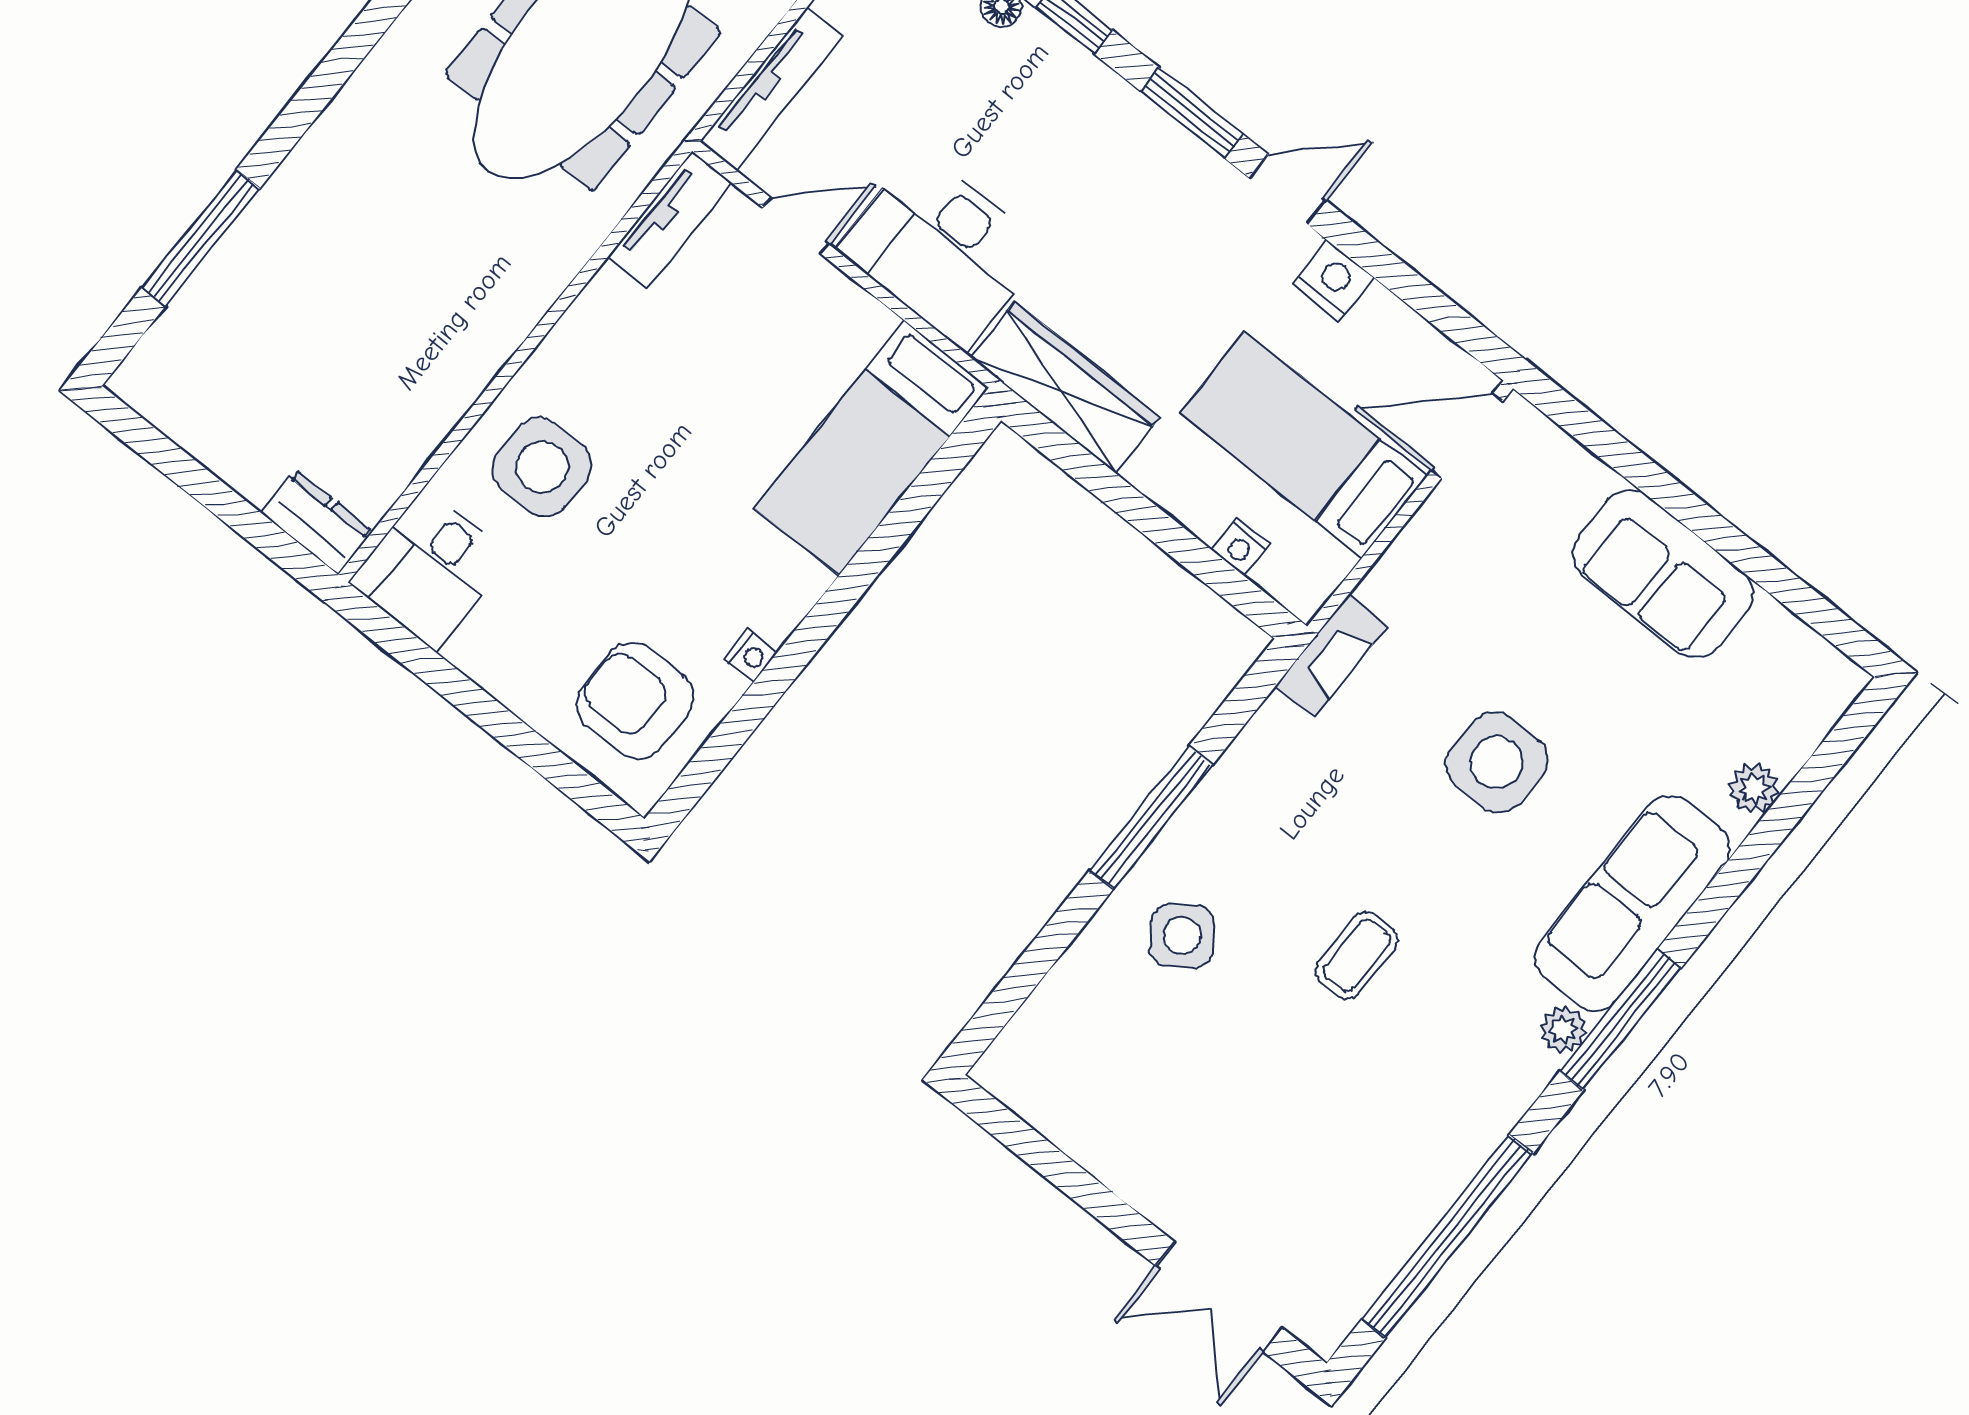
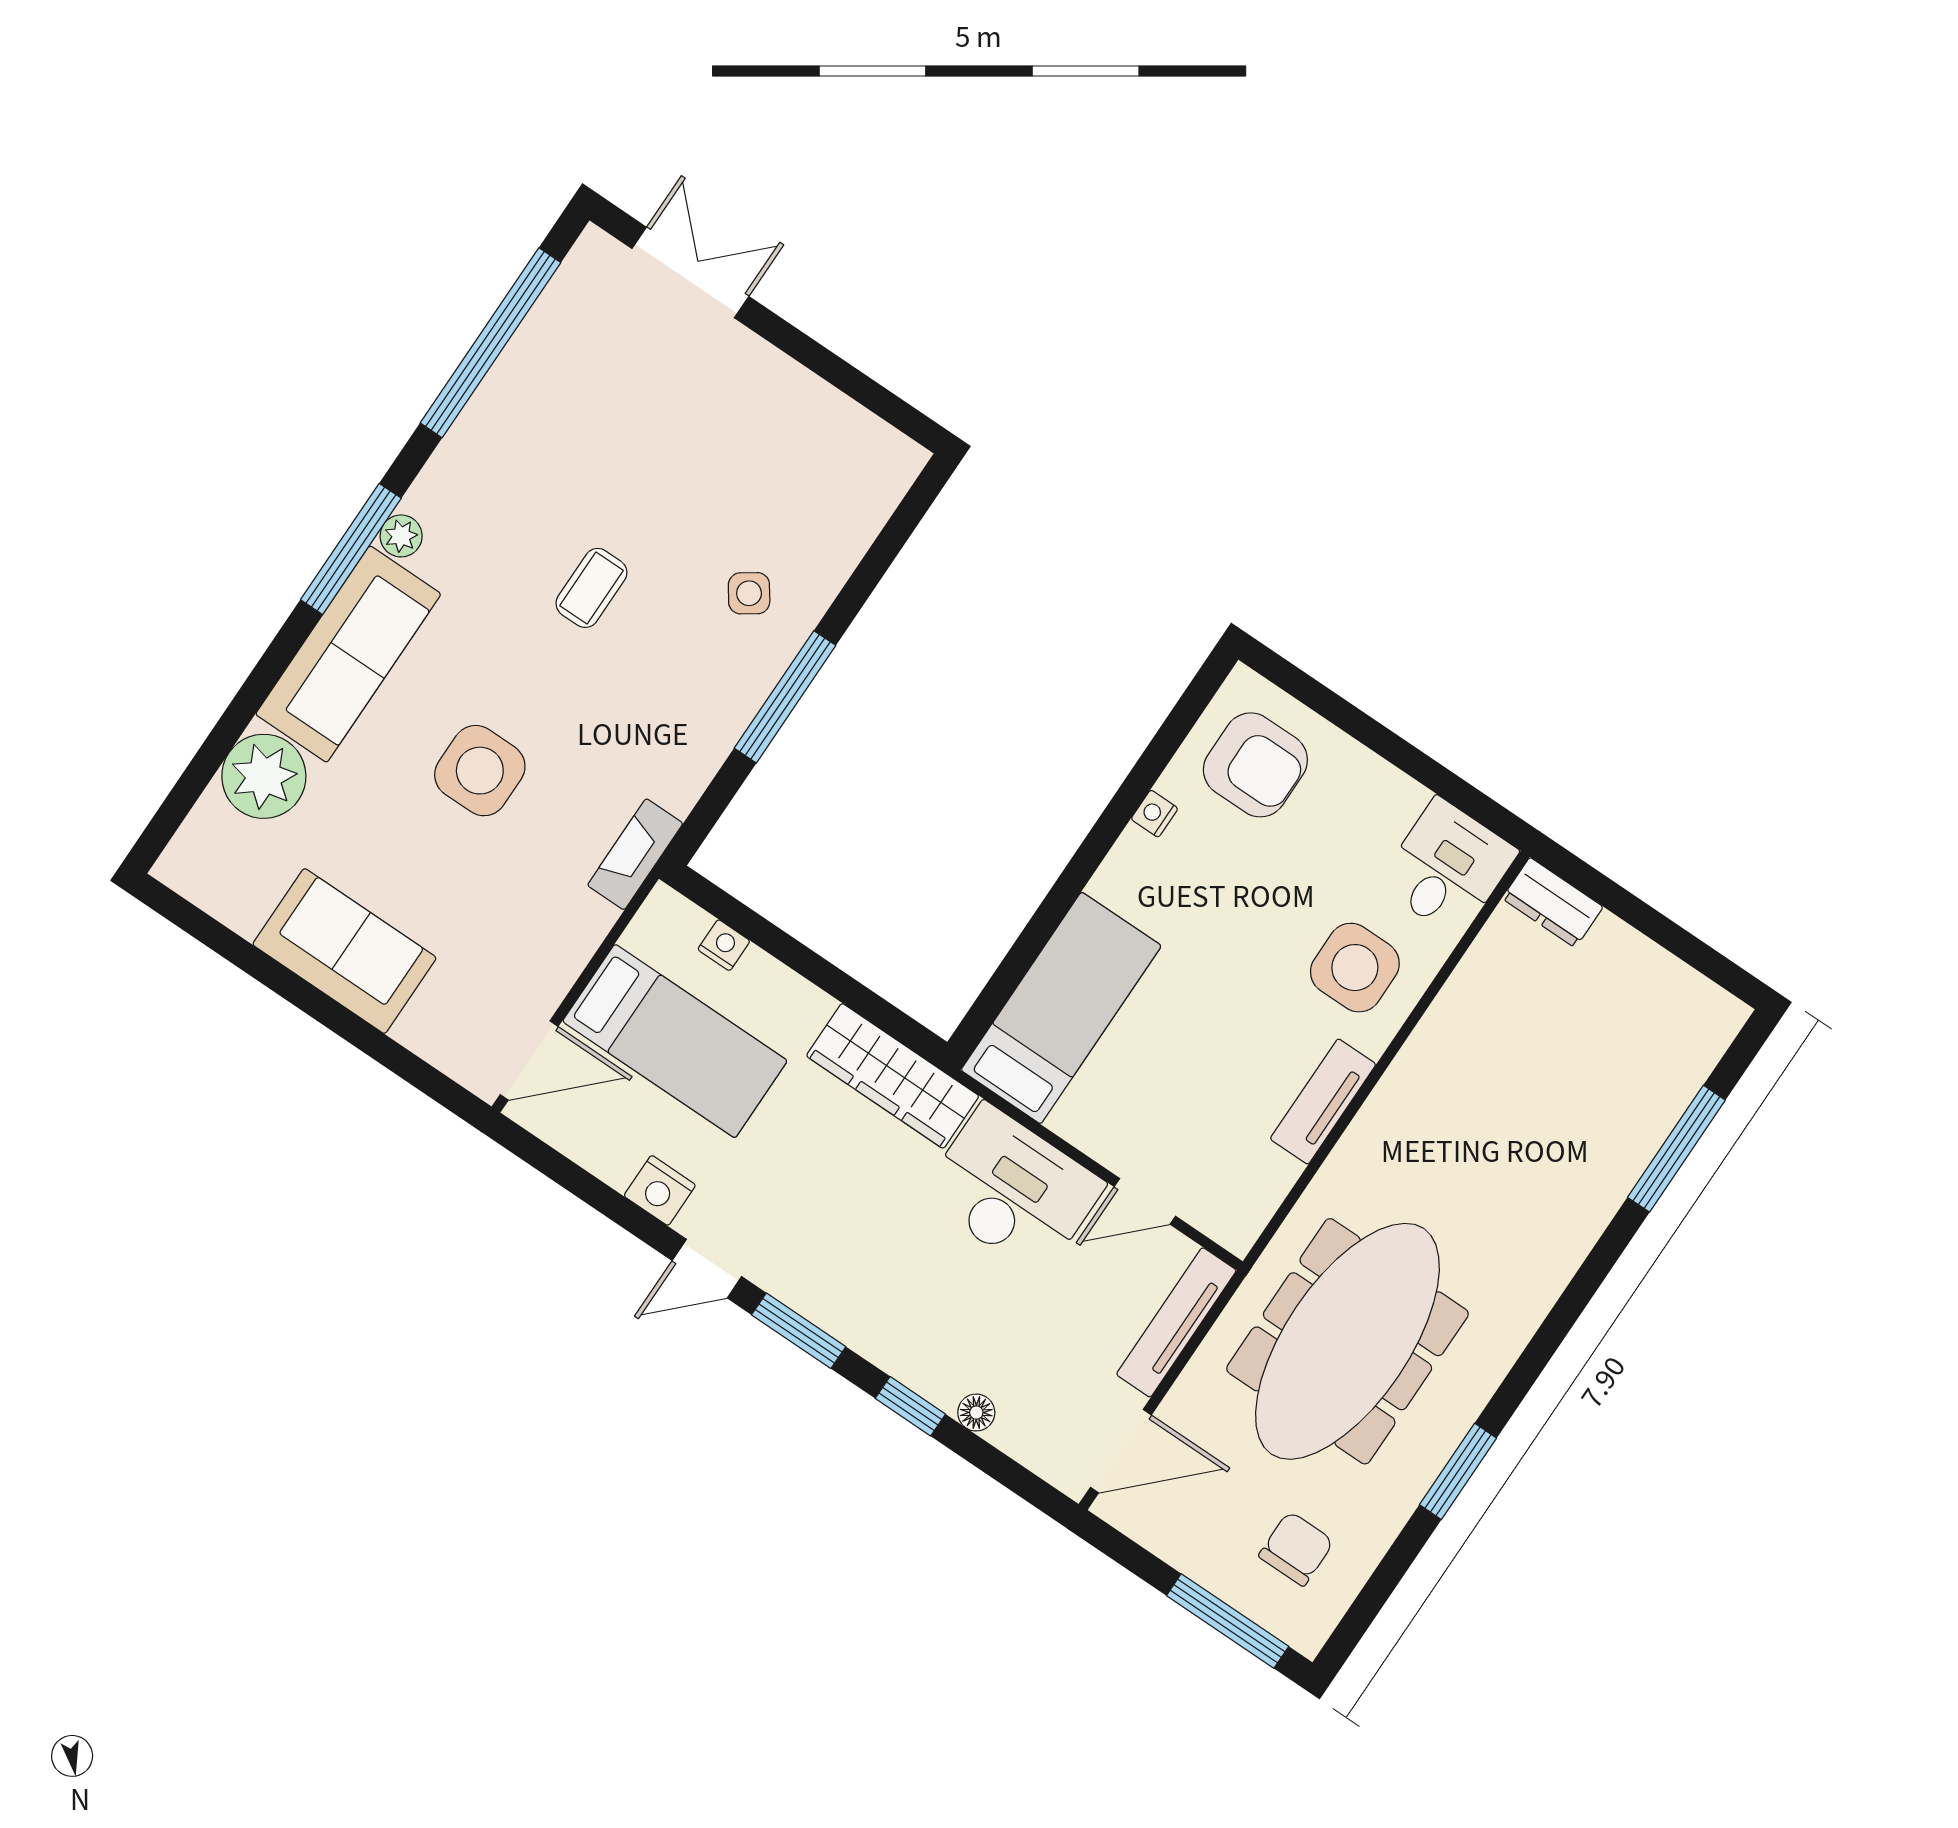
tv unit: (670, 220) -> (1323, 1101), moved
plant: (1754, 788) -> (264, 776), width x1.88, depth x1.88
side table: (1182, 936) -> (749, 593), width x0.73, depth x0.73

